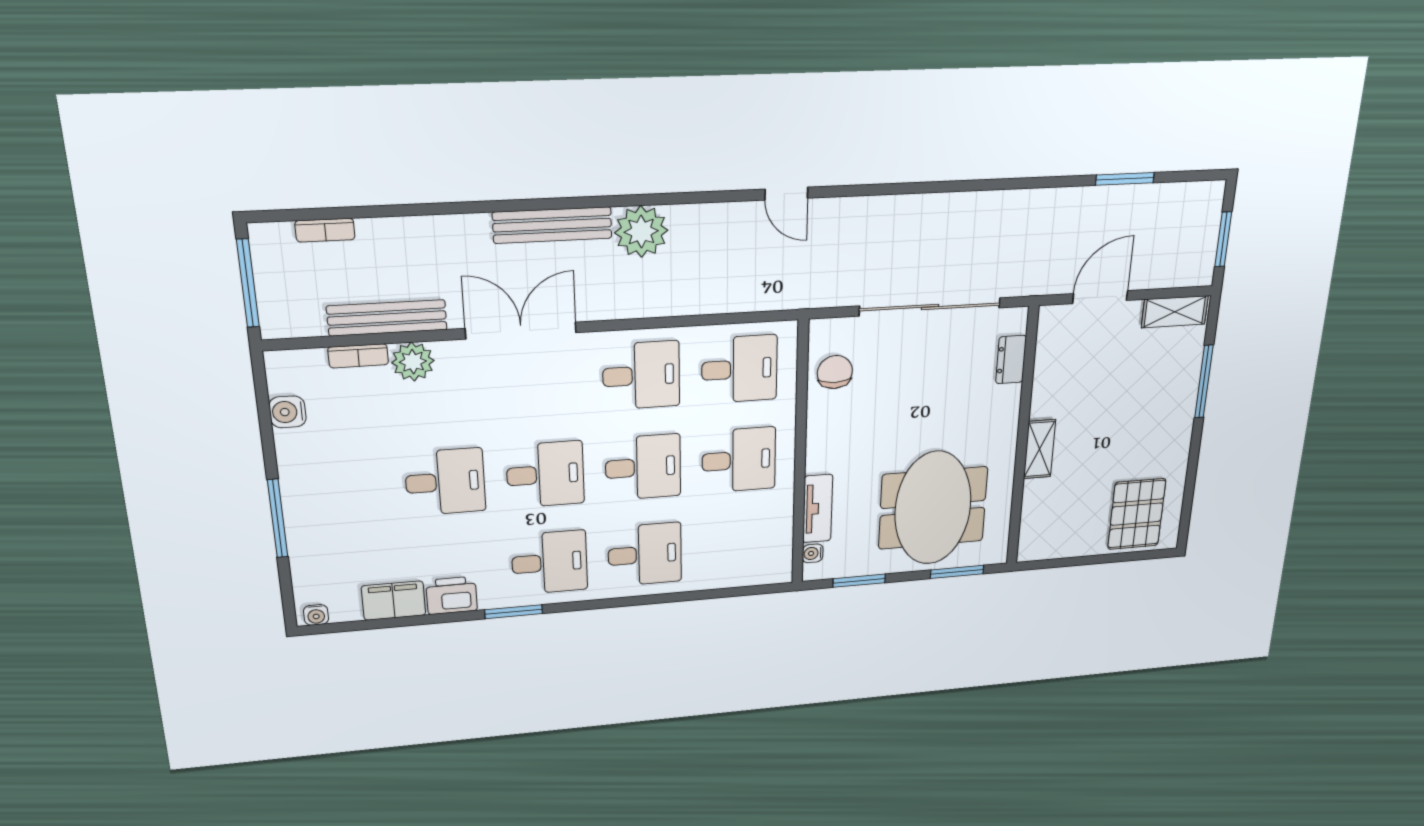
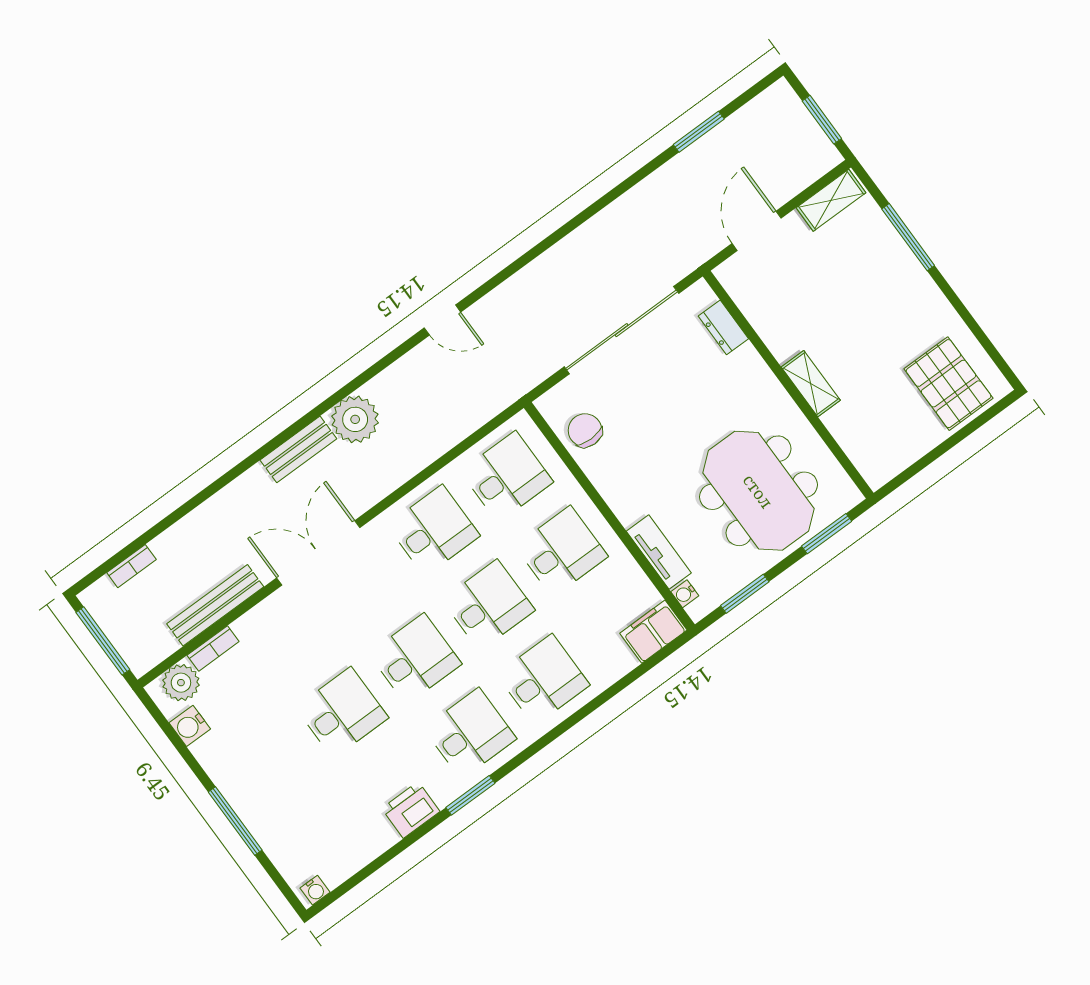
bench: (552, 225) -> (298, 449), width x0.73
plant: (413, 362) -> (181, 683), moved
filing cabinet: (394, 601) -> (653, 632), moved

